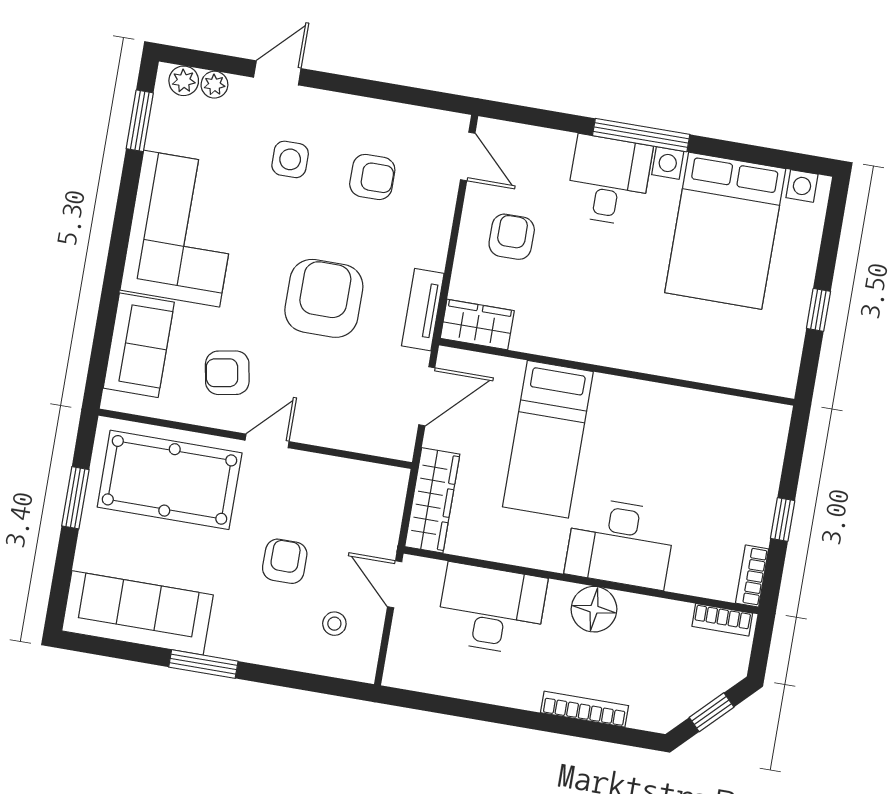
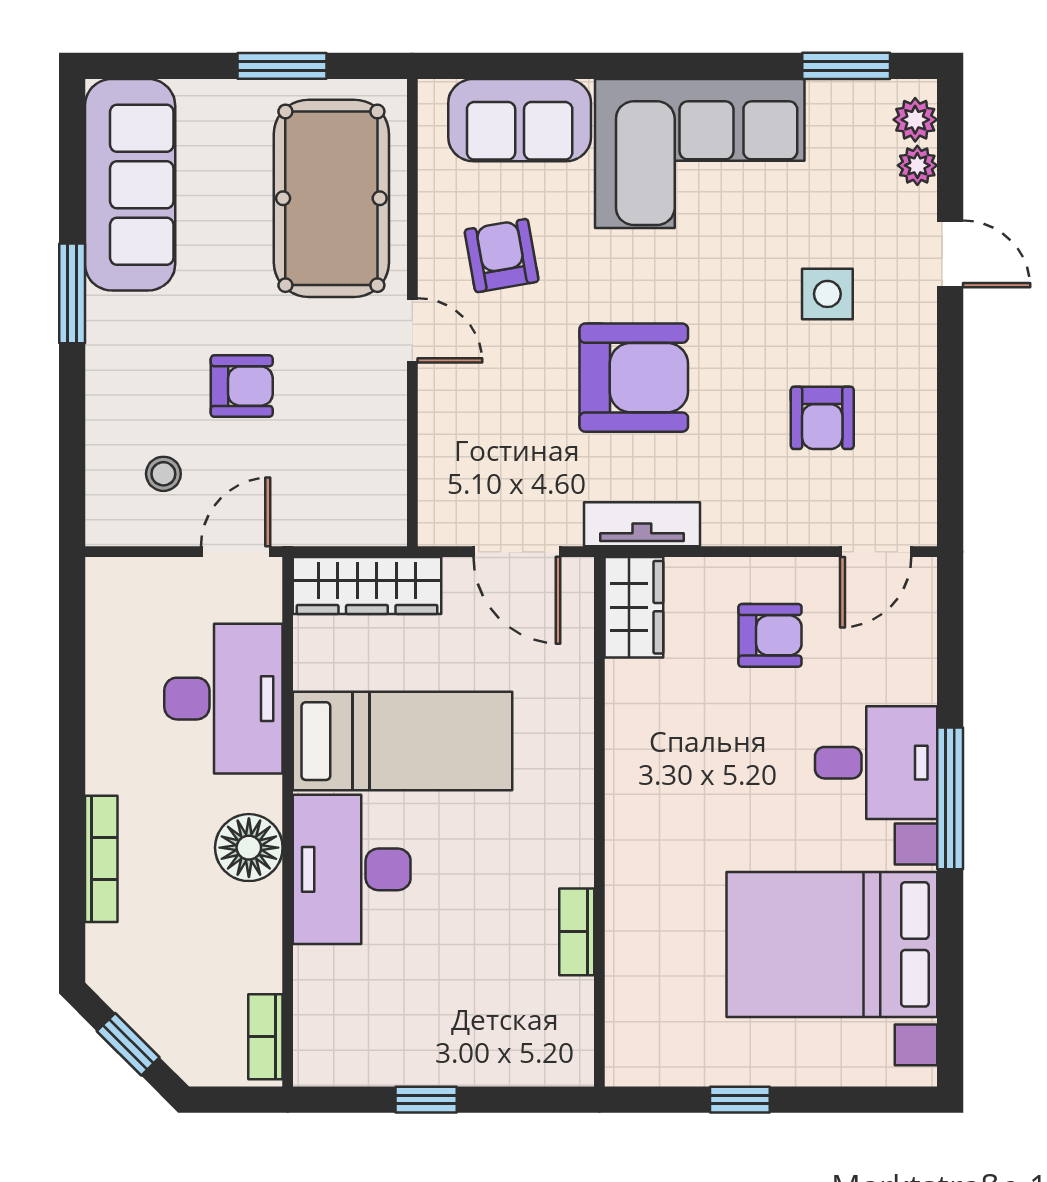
bed: (548, 439) -> (403, 741), moved, turned 180
bookcase: (752, 576) -> (577, 932), moved, turned -90

